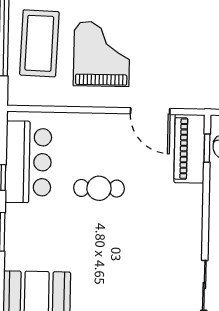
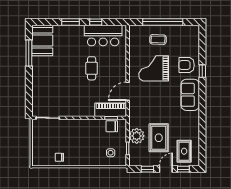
coffee table: (39, 43) -> (158, 39), width x0.54, depth x0.58
grand piano: (102, 54) -> (154, 68), turned 180

